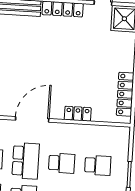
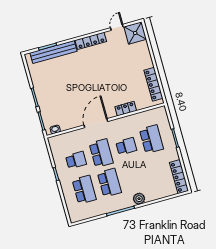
school desk: (98, 165) -> (151, 139), width x1.85

